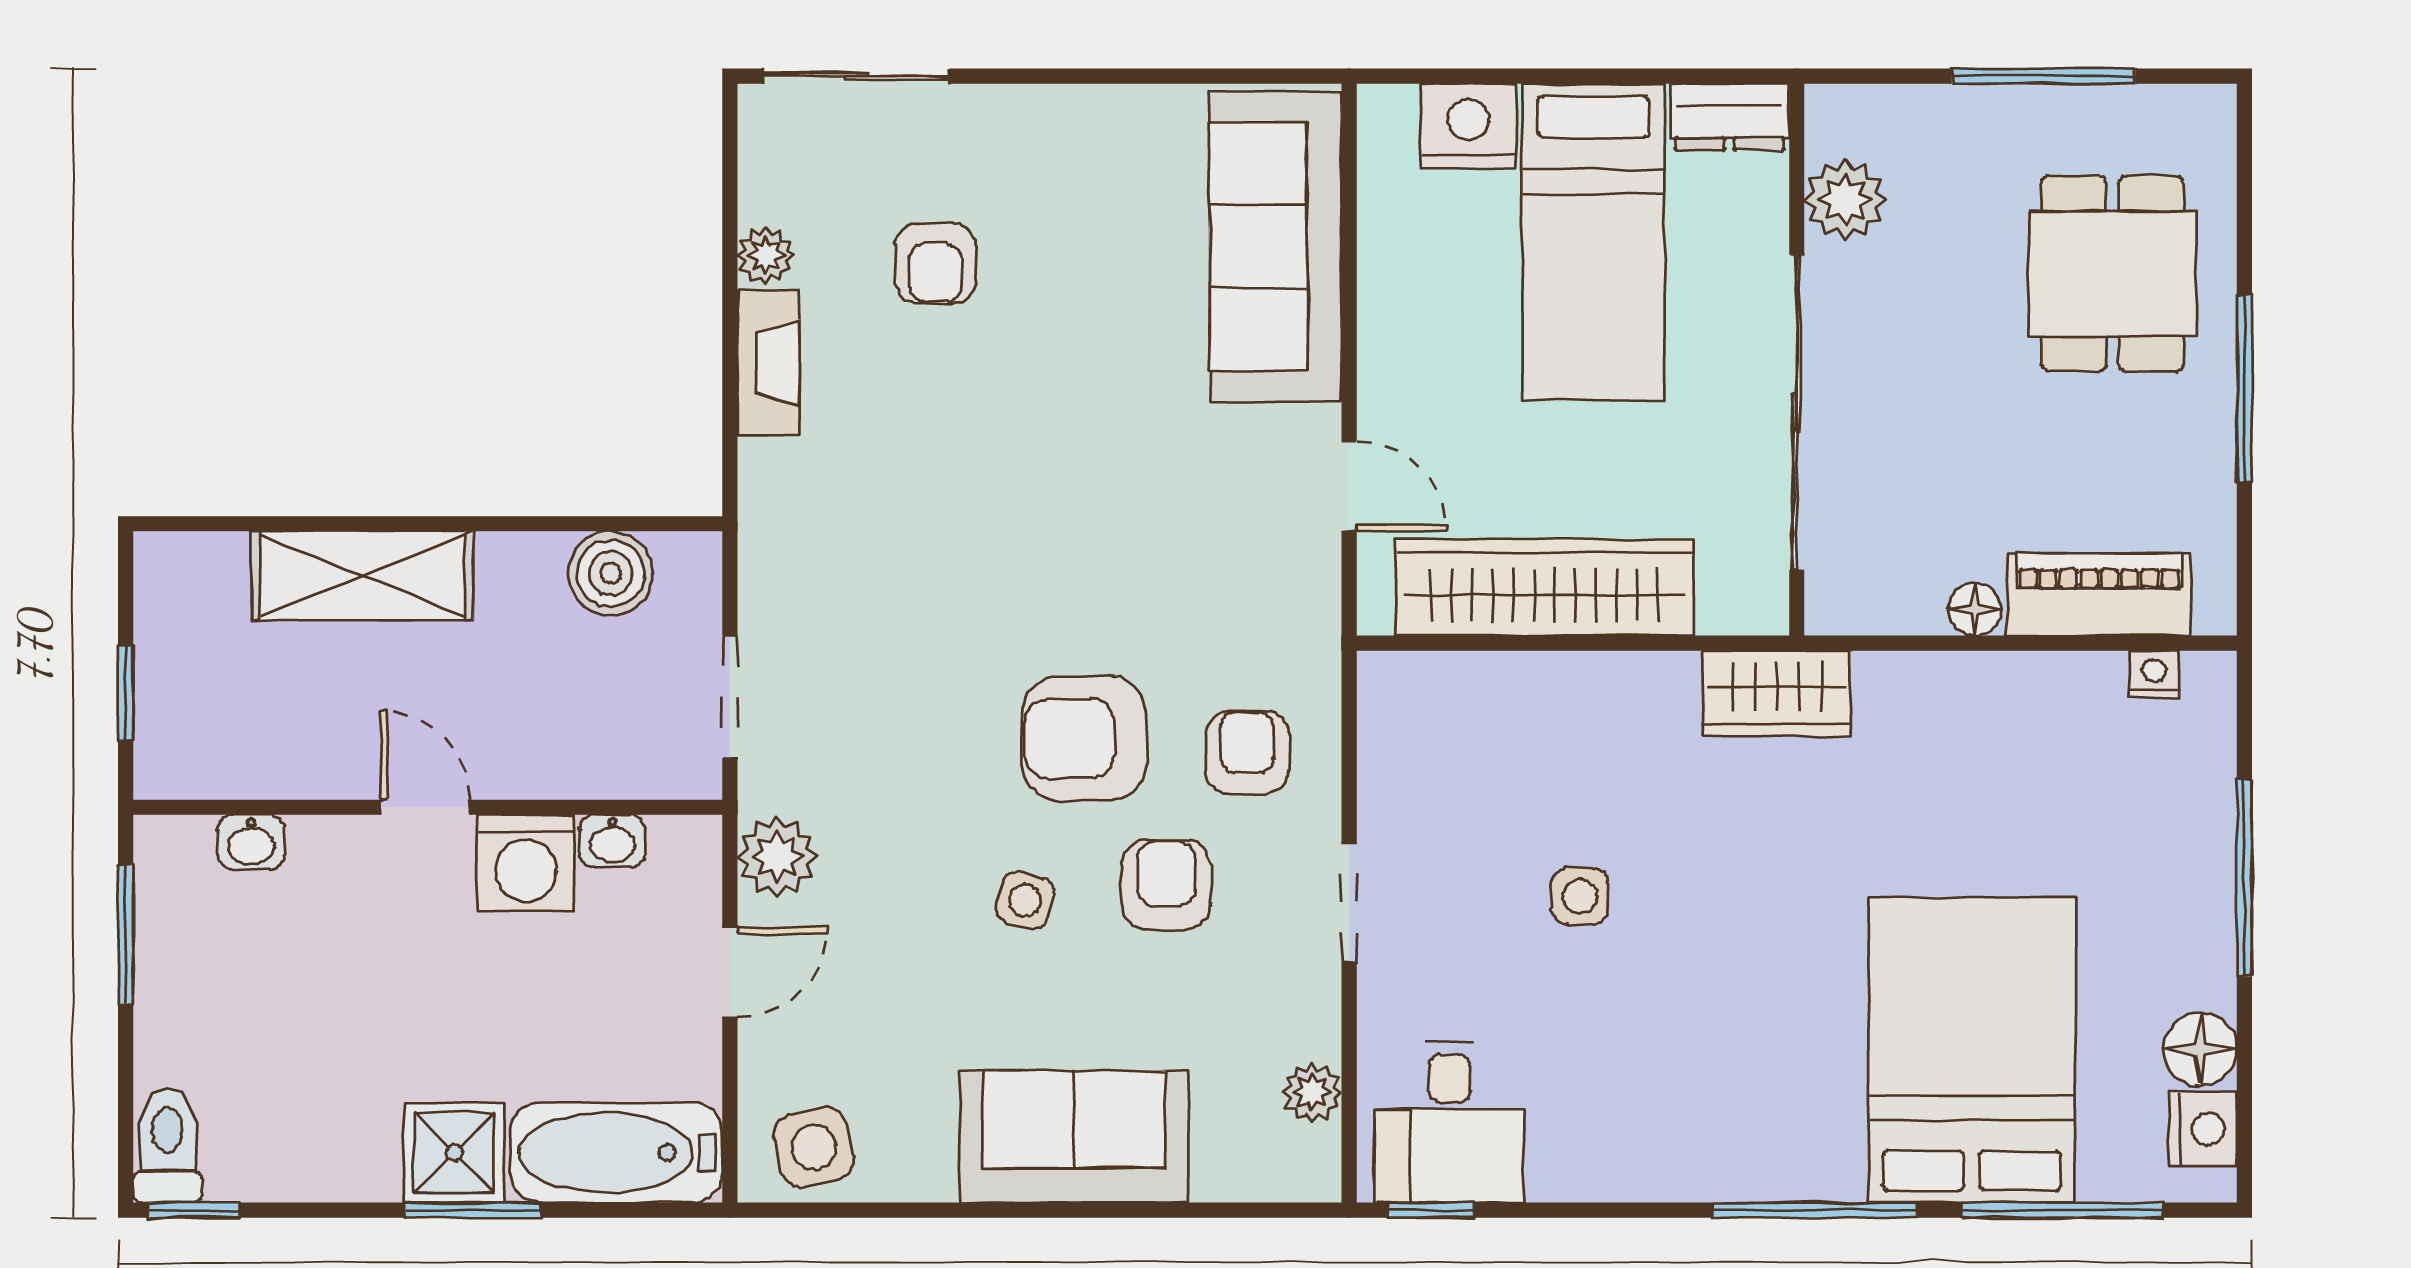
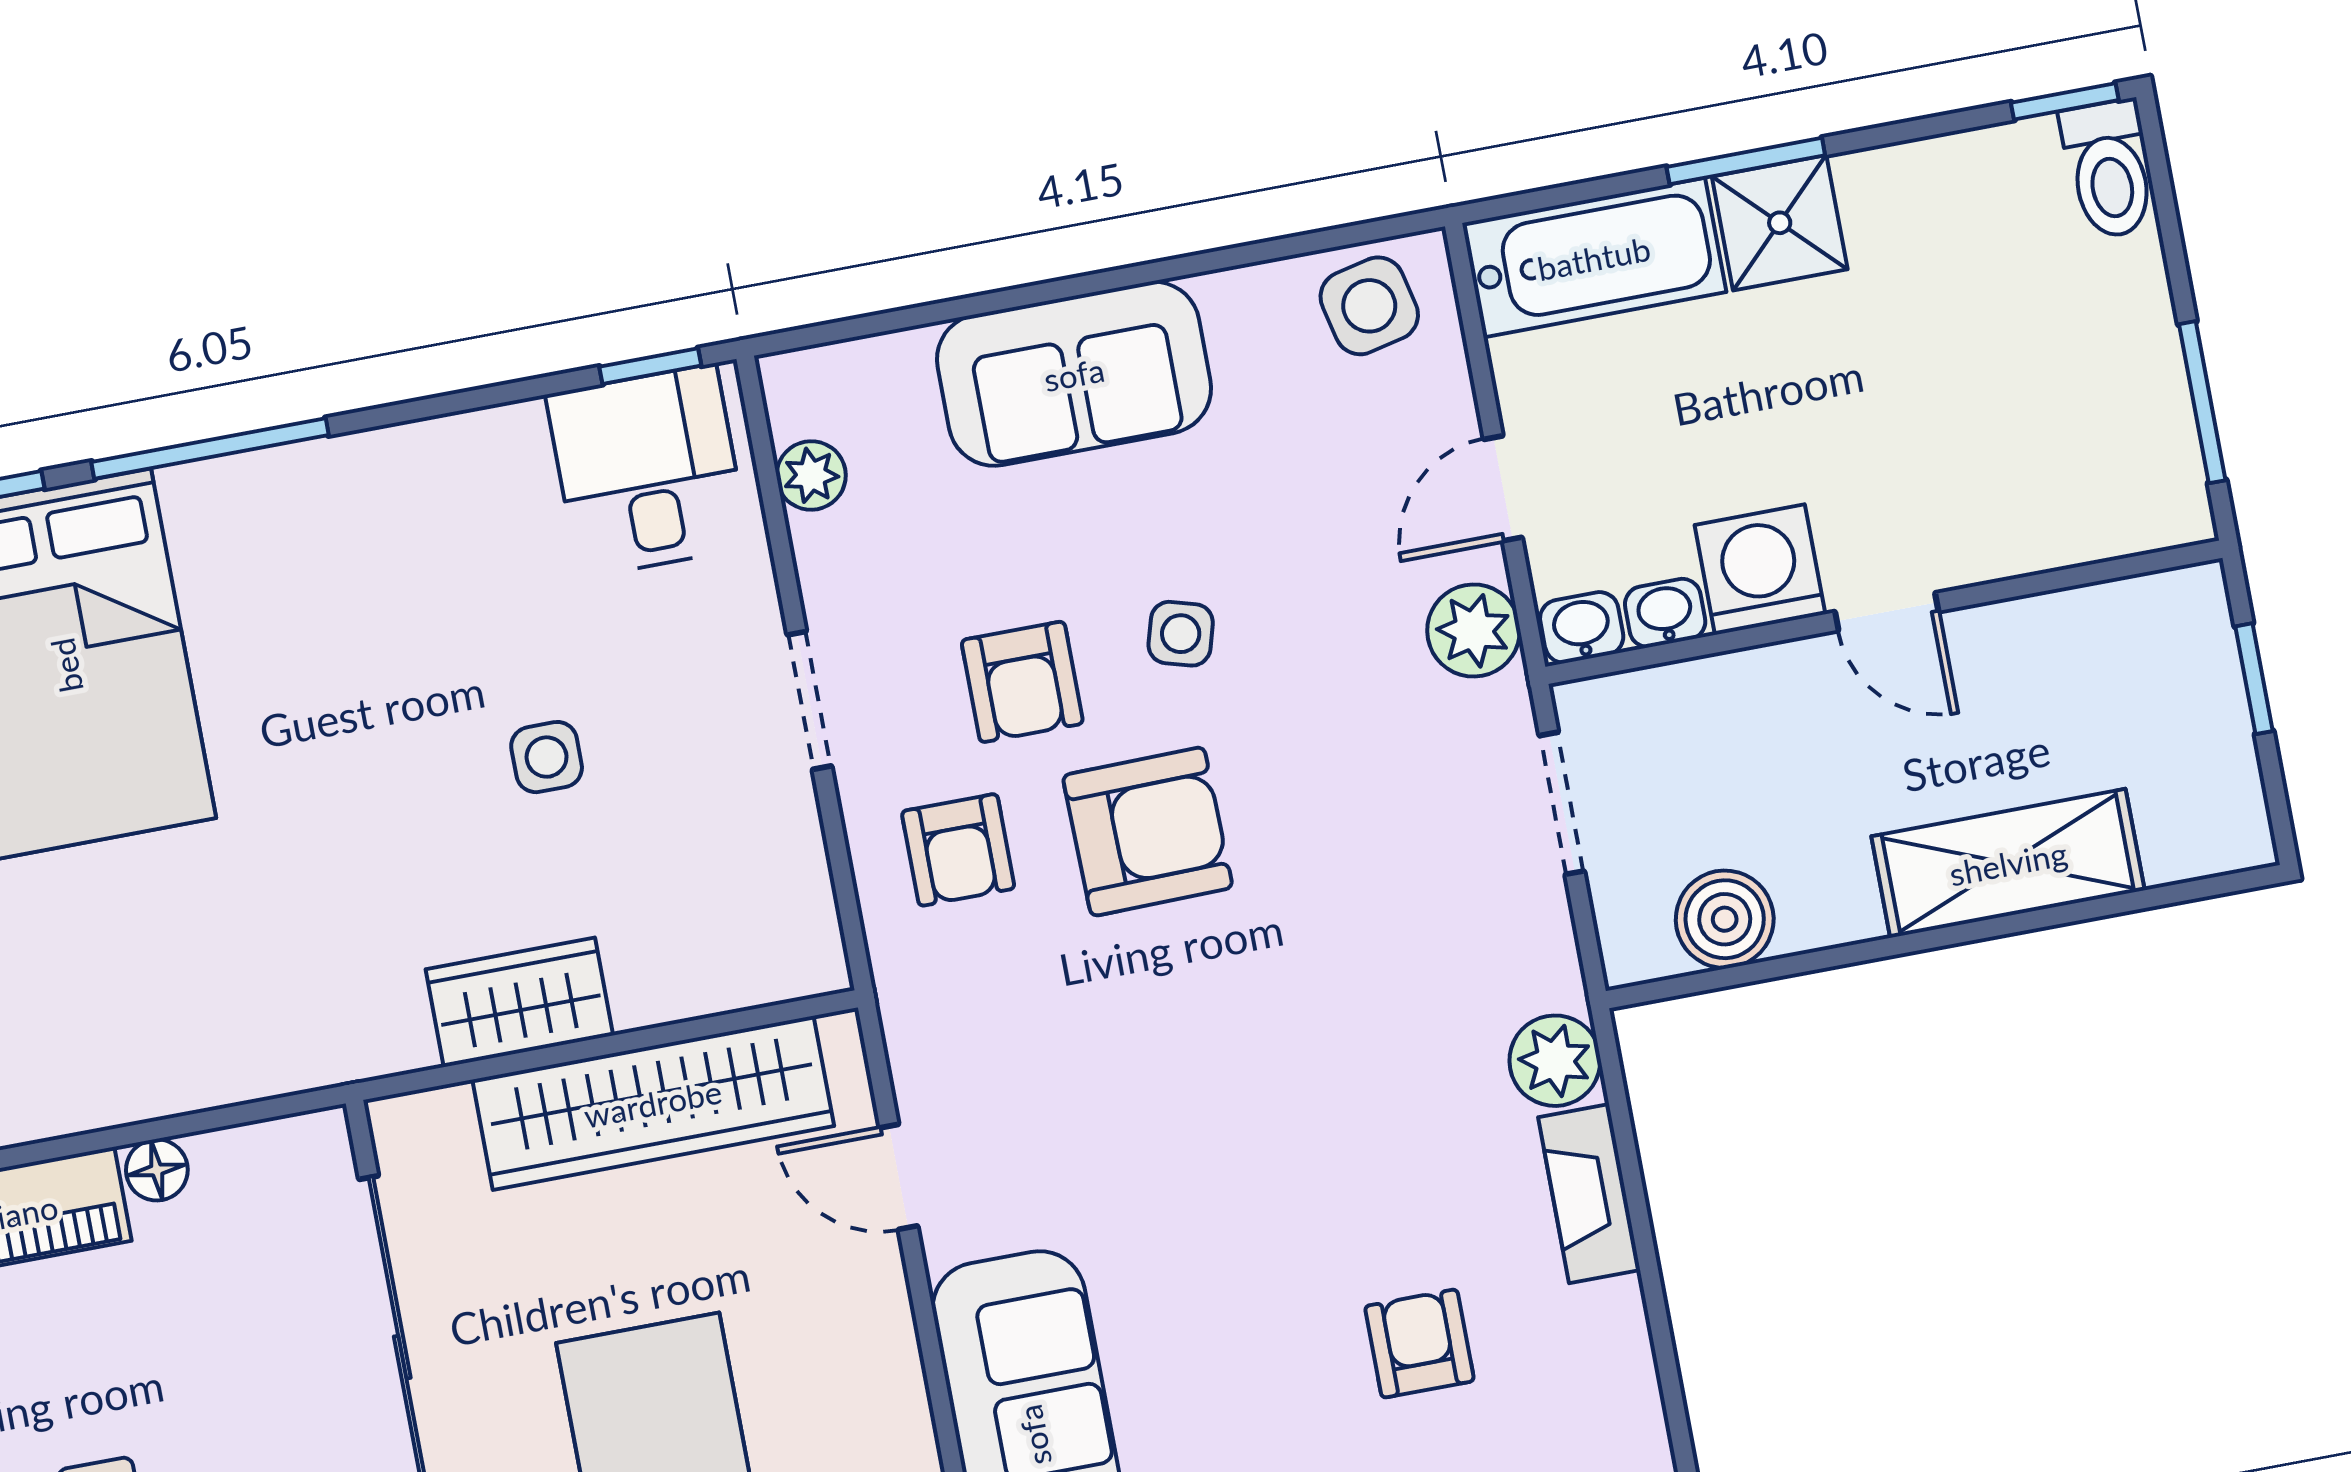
plant: (766, 256) -> (1555, 1061), moved, width x1.38, depth x1.38
wardrobe: (1777, 693) -> (519, 1002), moved
washbasin: (251, 842) -> (1582, 627), moved

